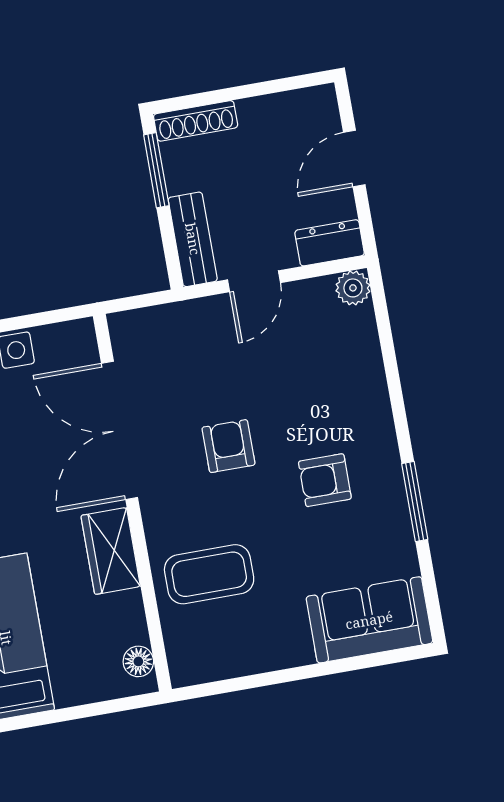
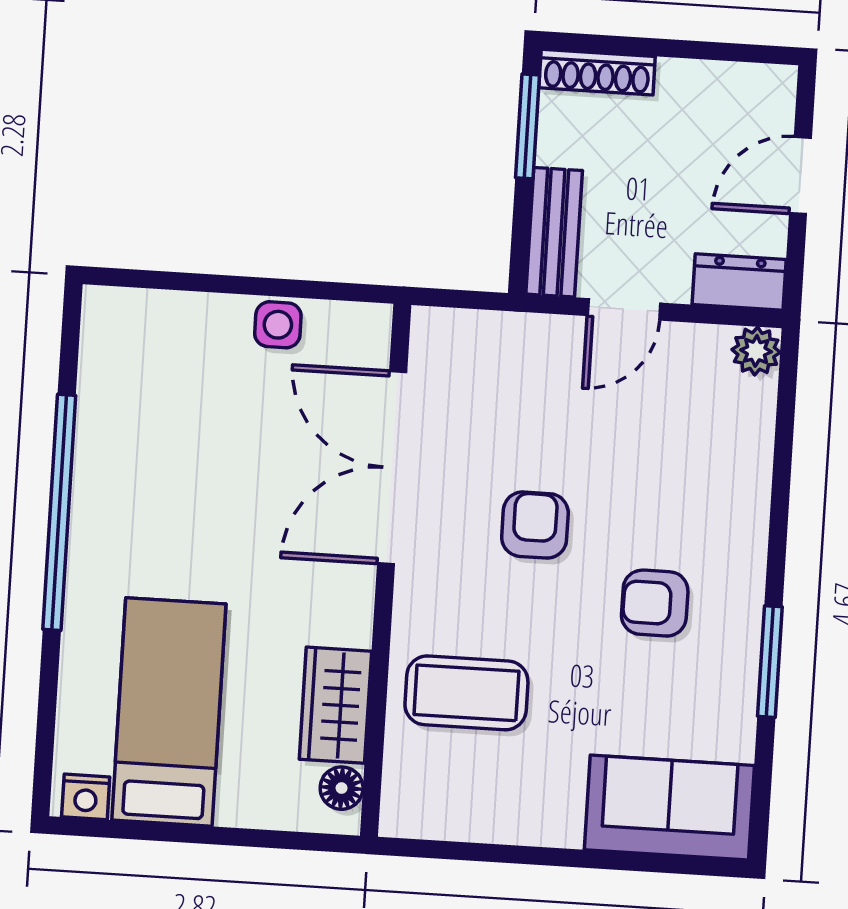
wardrobe: (111, 551) -> (335, 705), moved

